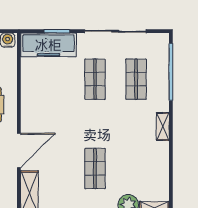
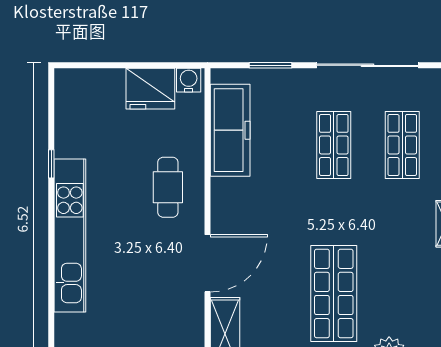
freezer: (48, 45) -> (230, 130), moved, turned -90
shop shelf: (95, 169) -> (334, 293), width x1.43, depth x1.36

